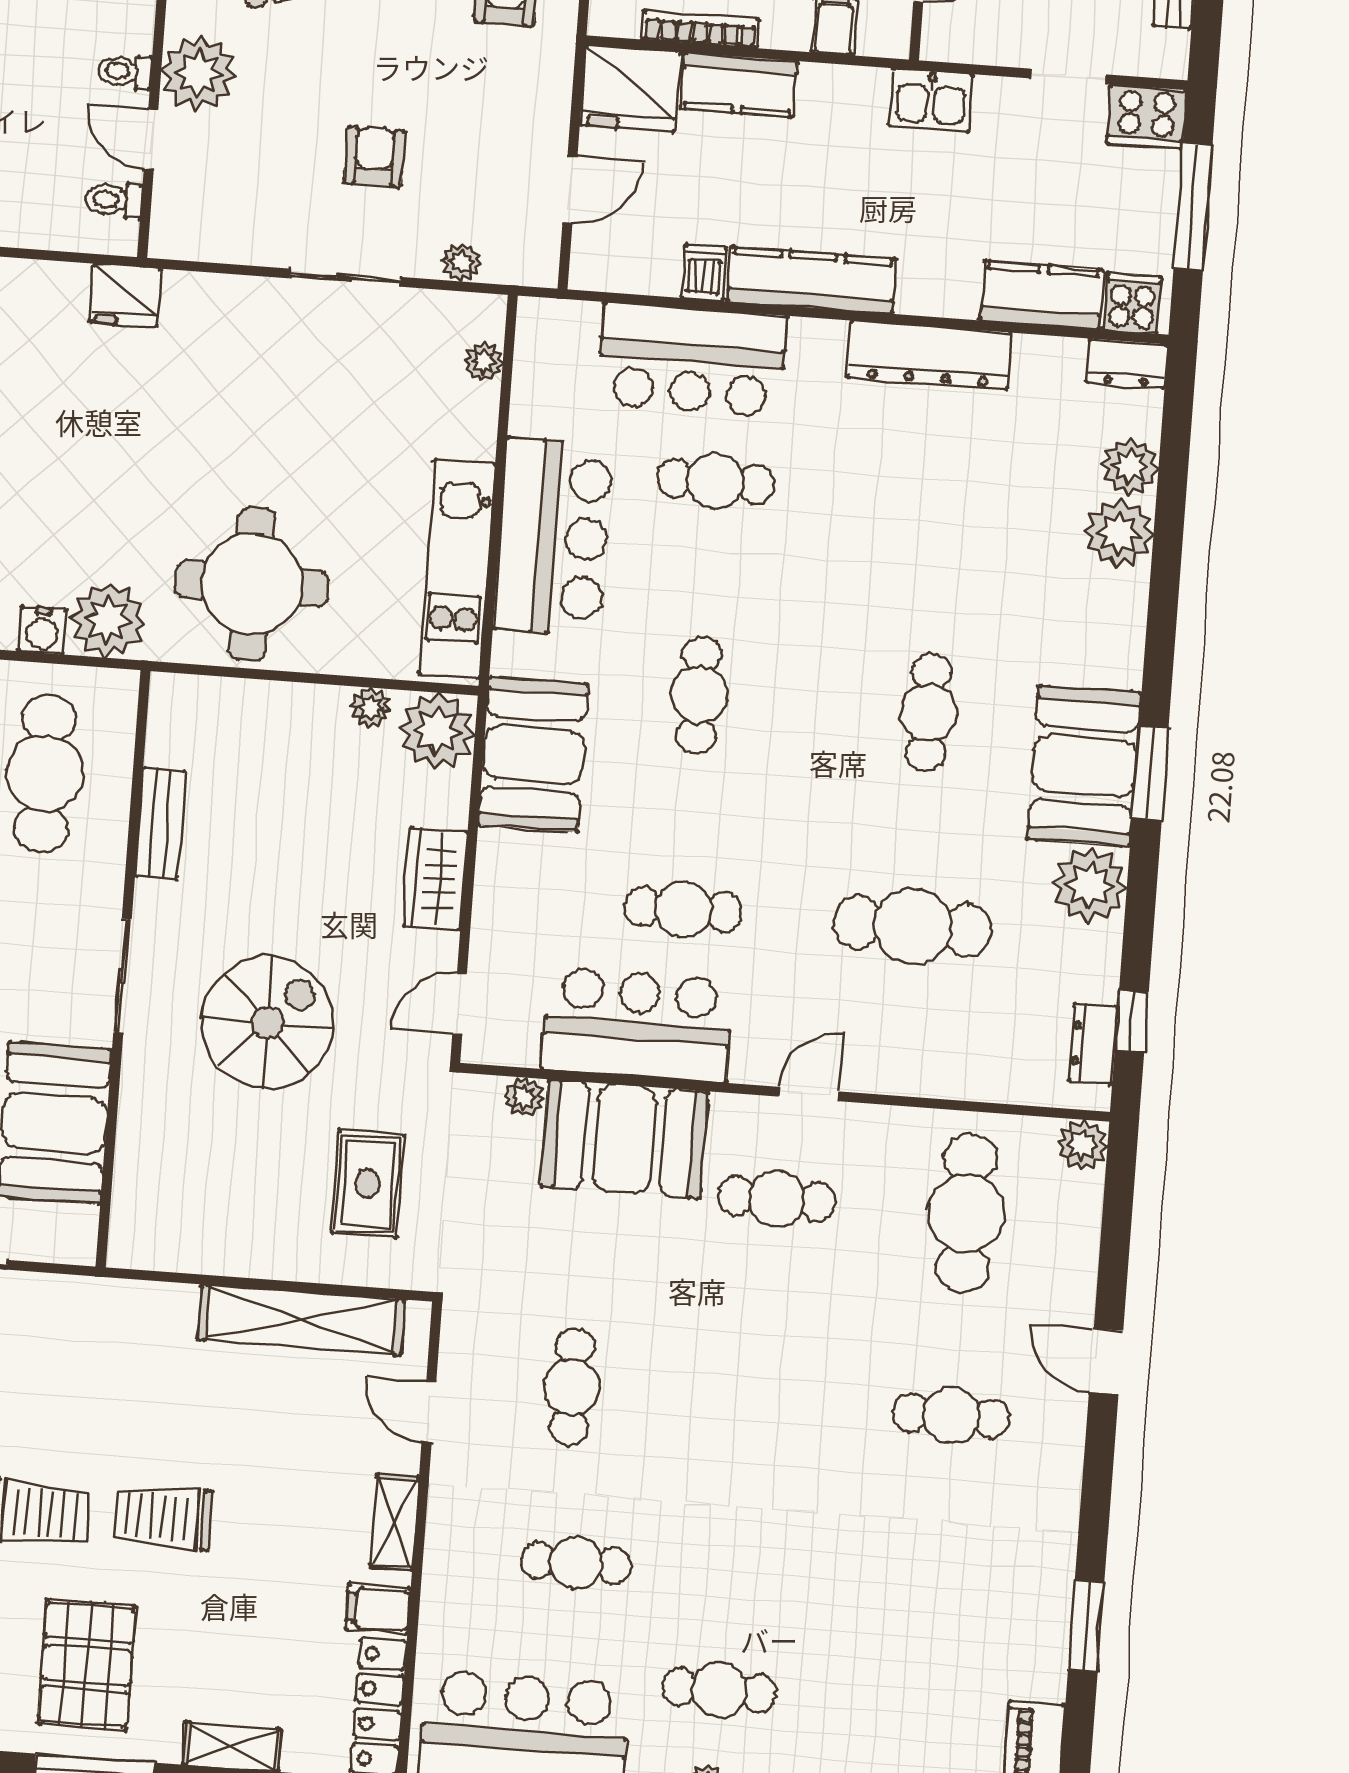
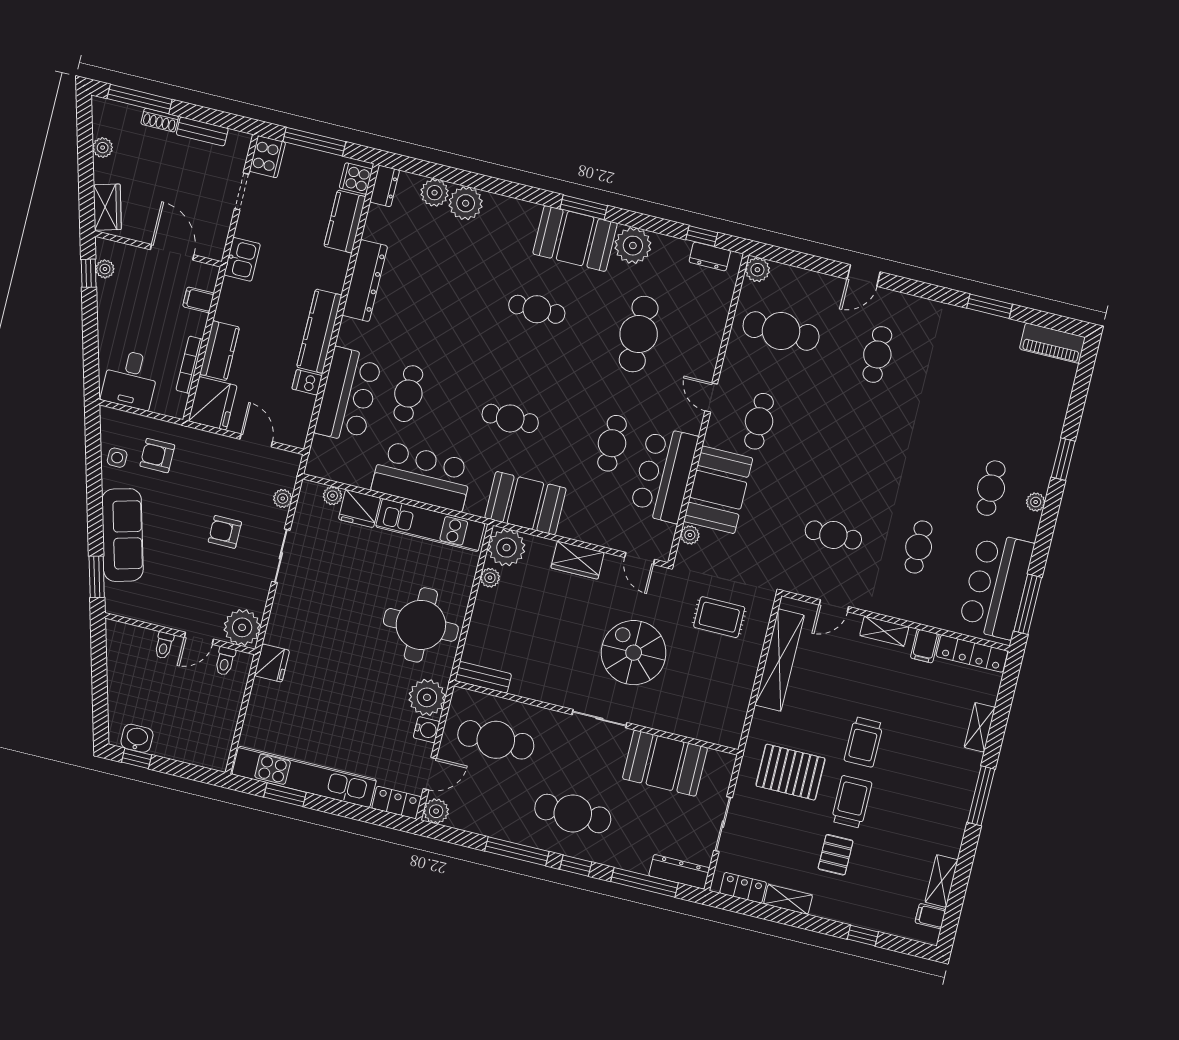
plant: (198, 73) -> (242, 627), moved
fridge: (467, 421) -> (360, 509), added
bench: (160, 823) -> (483, 677), moved
pallet: (87, 1665) -> (791, 772), moved

